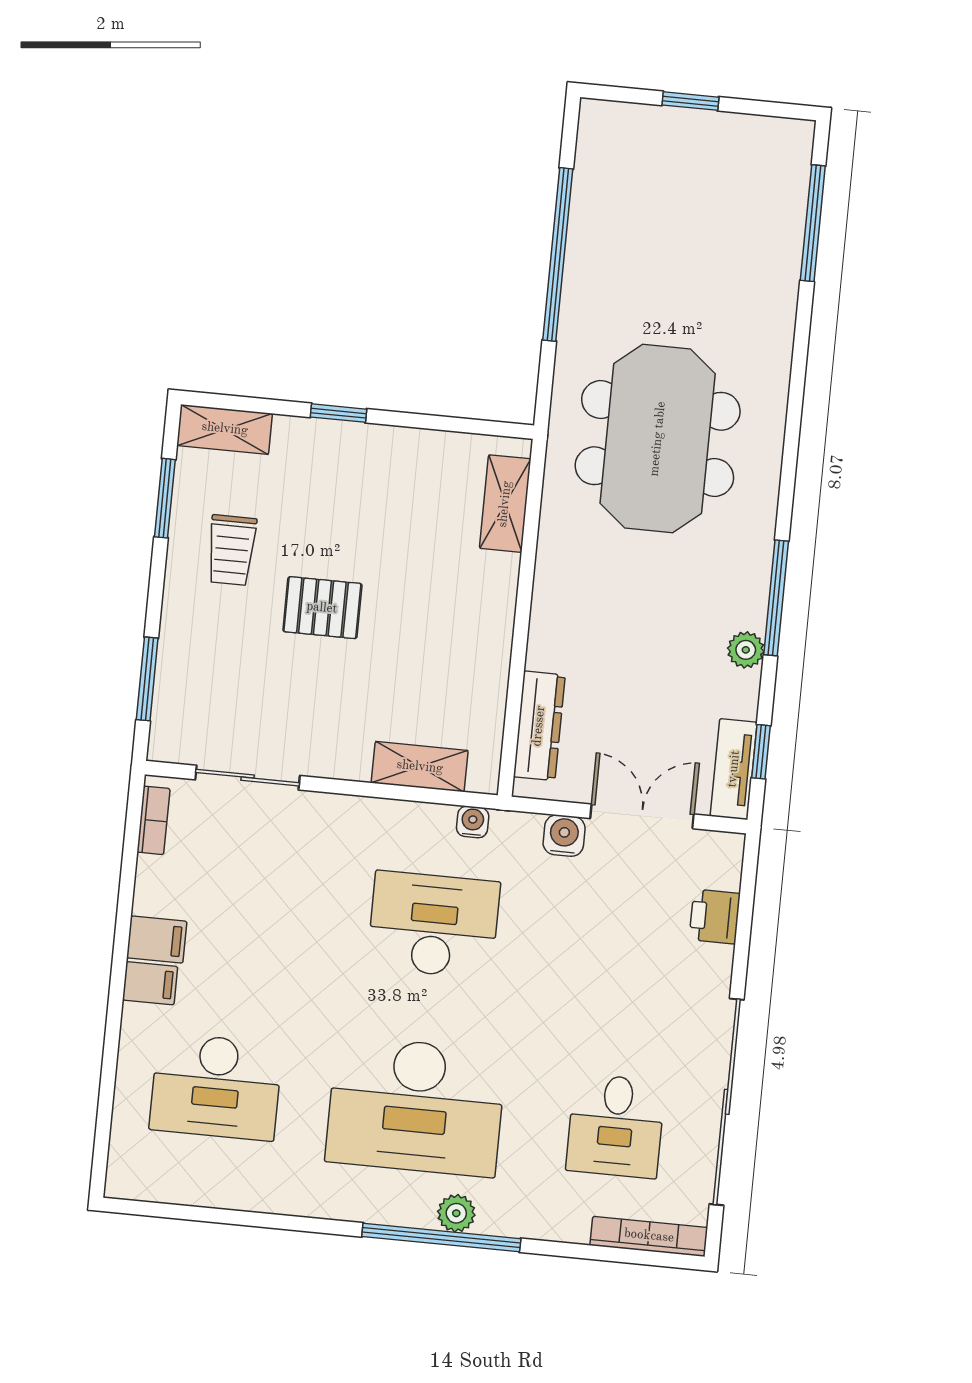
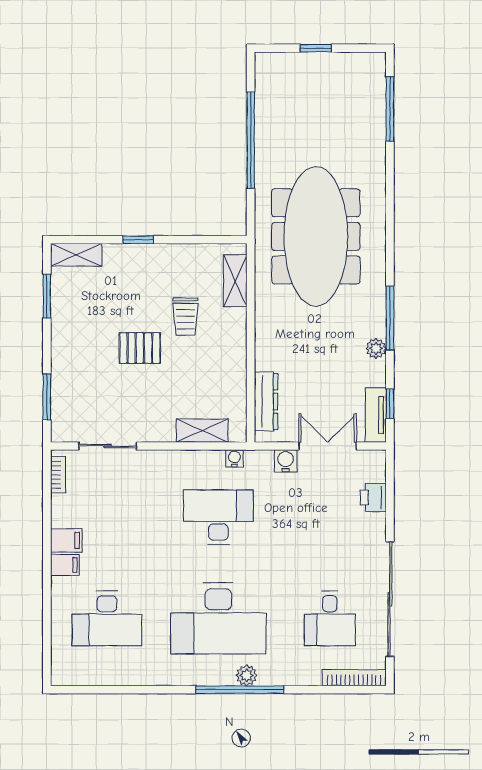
meeting table: (658, 439) -> (316, 236), width x1.36
trolley: (232, 550) -> (185, 317), moved

